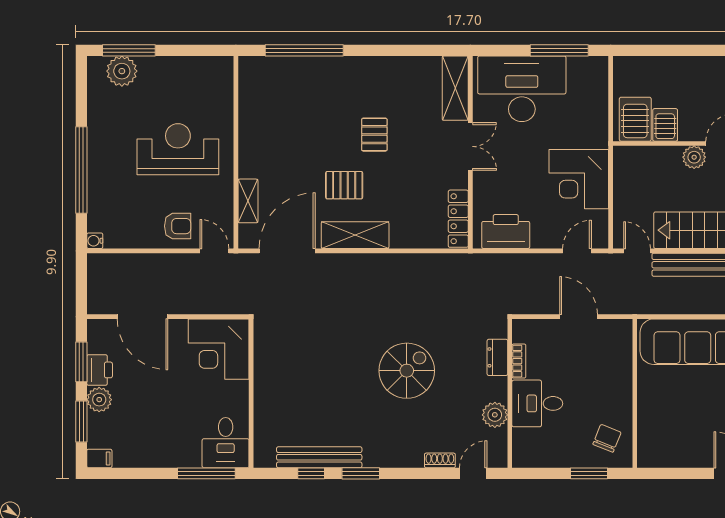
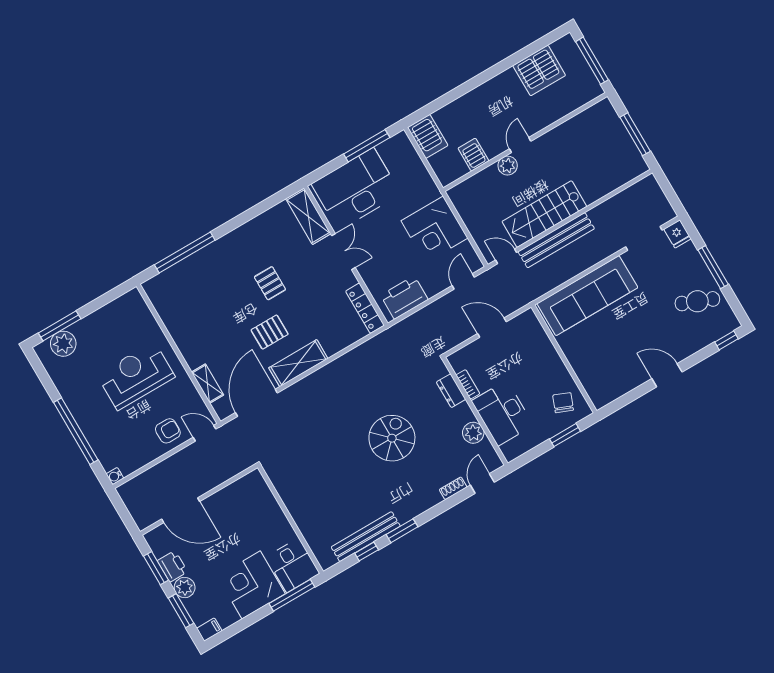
server rack: (635, 119) -> (428, 136), moved, turned 180
corner desk: (219, 349) -> (251, 585), moved, turned 90
desk: (537, 403) -> (502, 413), width x1.37

